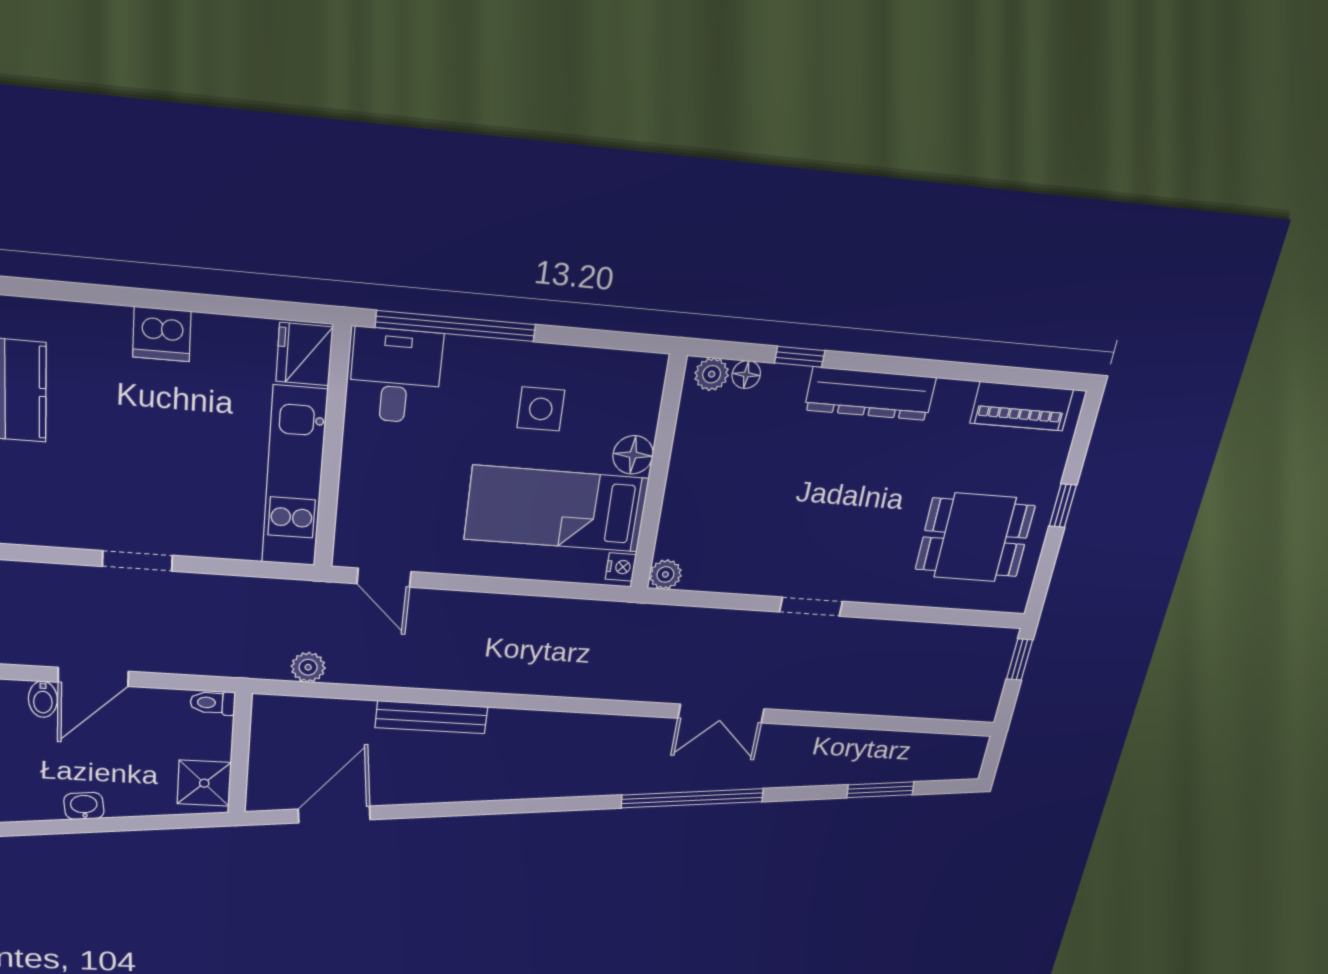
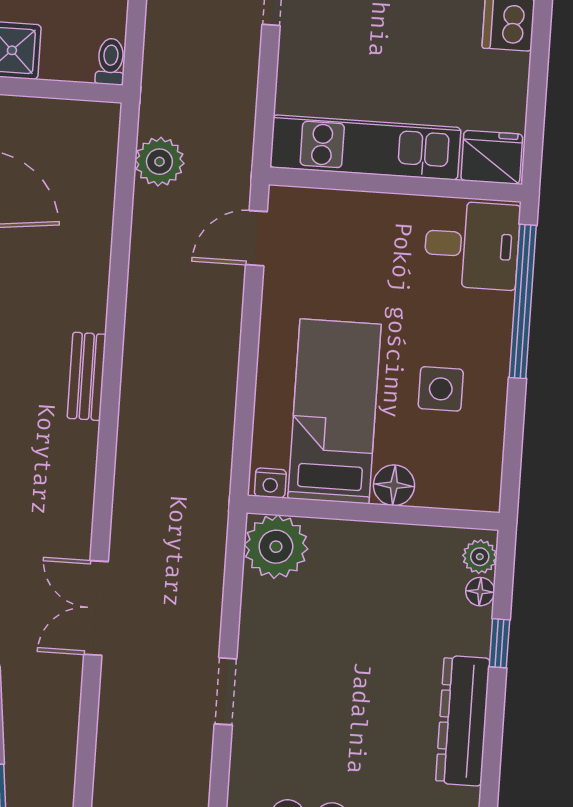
plant: (665, 574) -> (276, 547), width x1.88, depth x1.88
plant: (308, 667) -> (159, 162), width x1.38, depth x1.38
bench: (431, 717) -> (87, 376), moved, width x0.73

